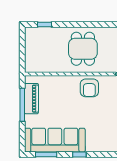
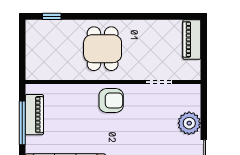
armchair: (89, 88) -> (111, 100), turned -90

